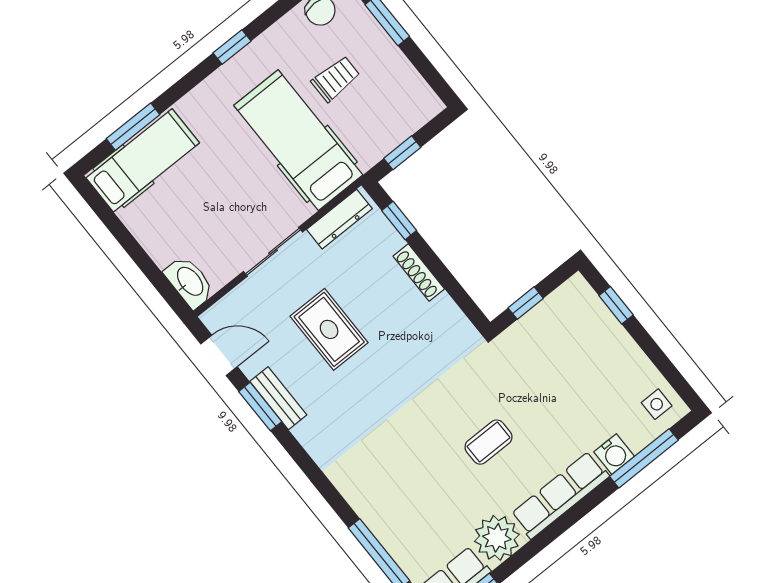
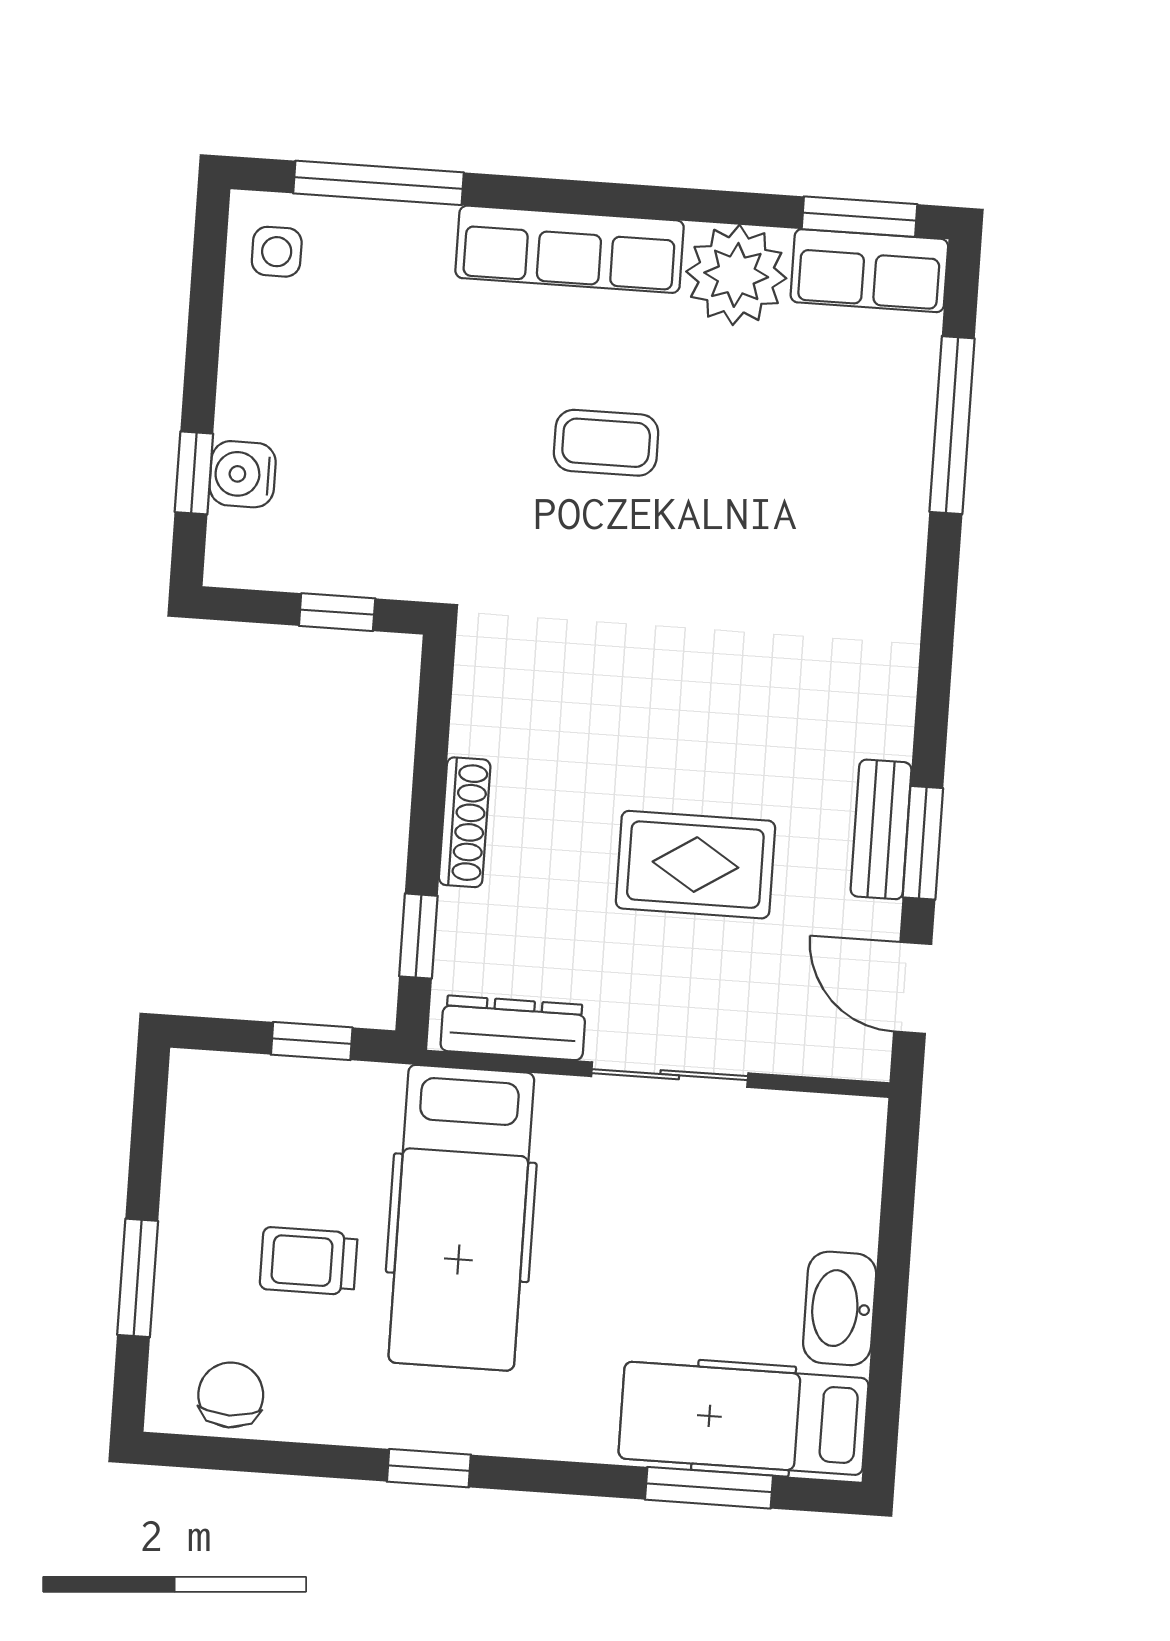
washbasin: (189, 282) -> (840, 1308), moved
rug: (329, 329) -> (695, 865), turned 90
water cooler: (614, 454) -> (243, 474), moved, turned -90

